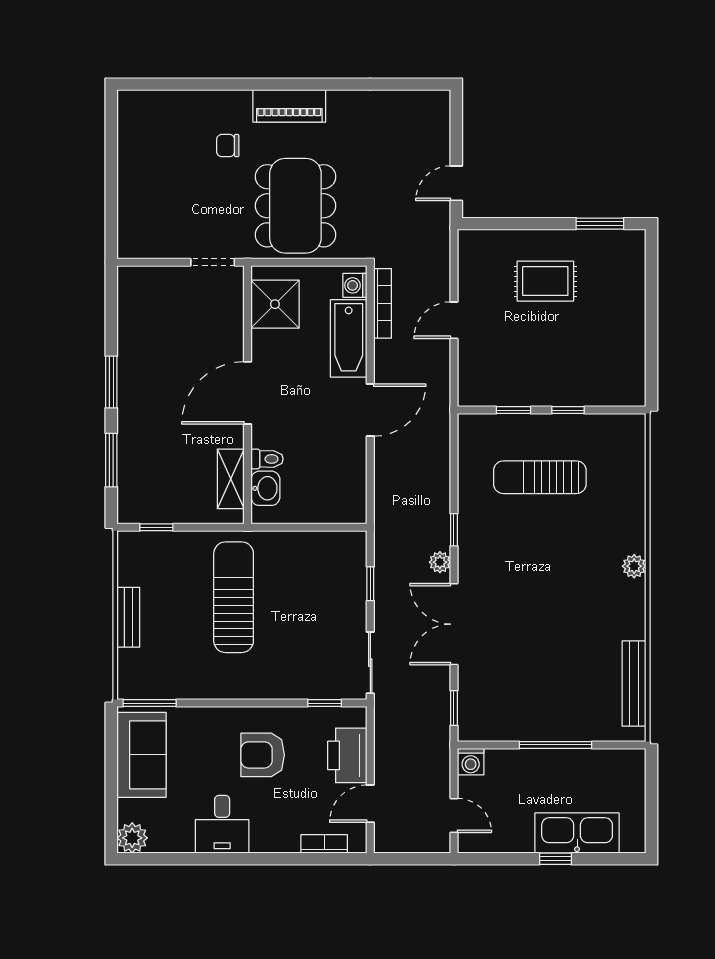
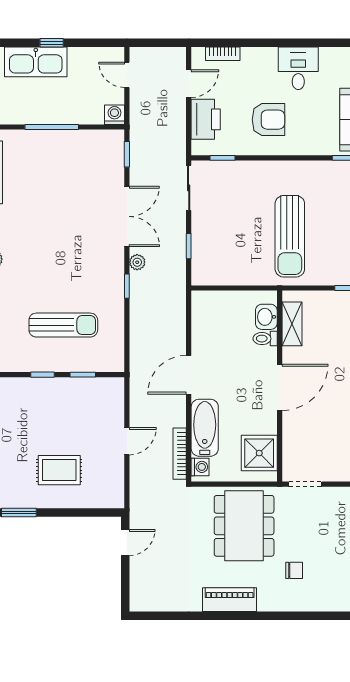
piano: (289, 106) -> (230, 600), moved

